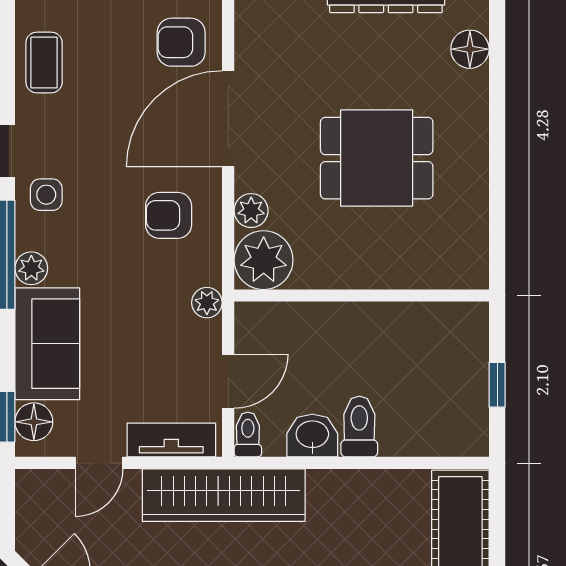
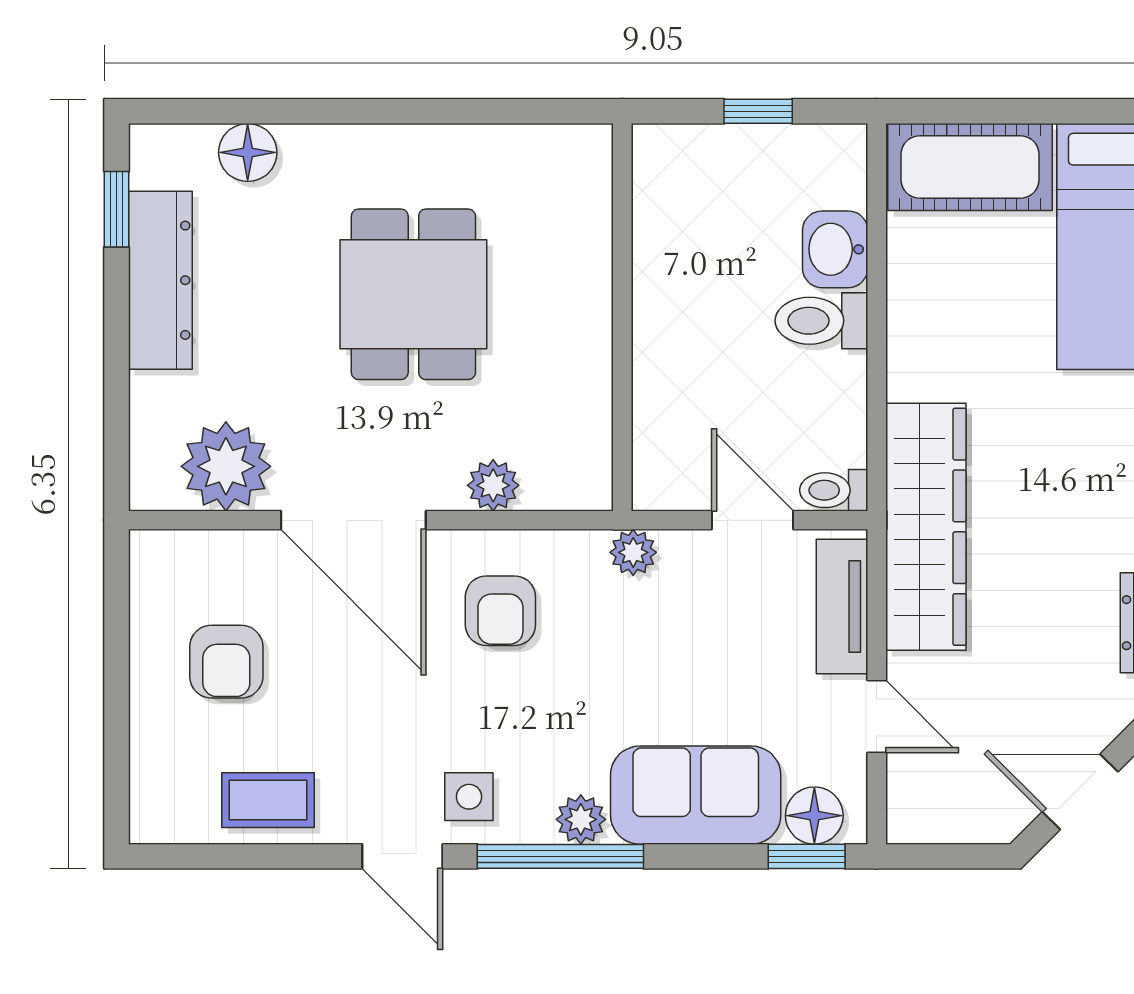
armchair: (181, 42) -> (226, 662), moved
plant: (264, 260) -> (226, 466), moved
washbasin: (312, 435) -> (835, 249), moved

